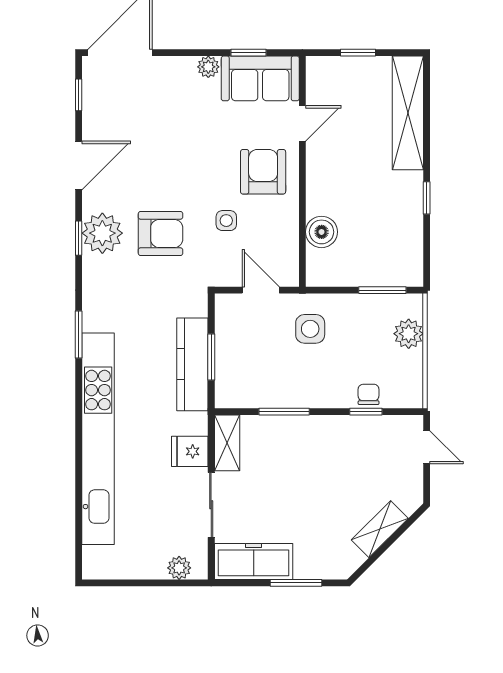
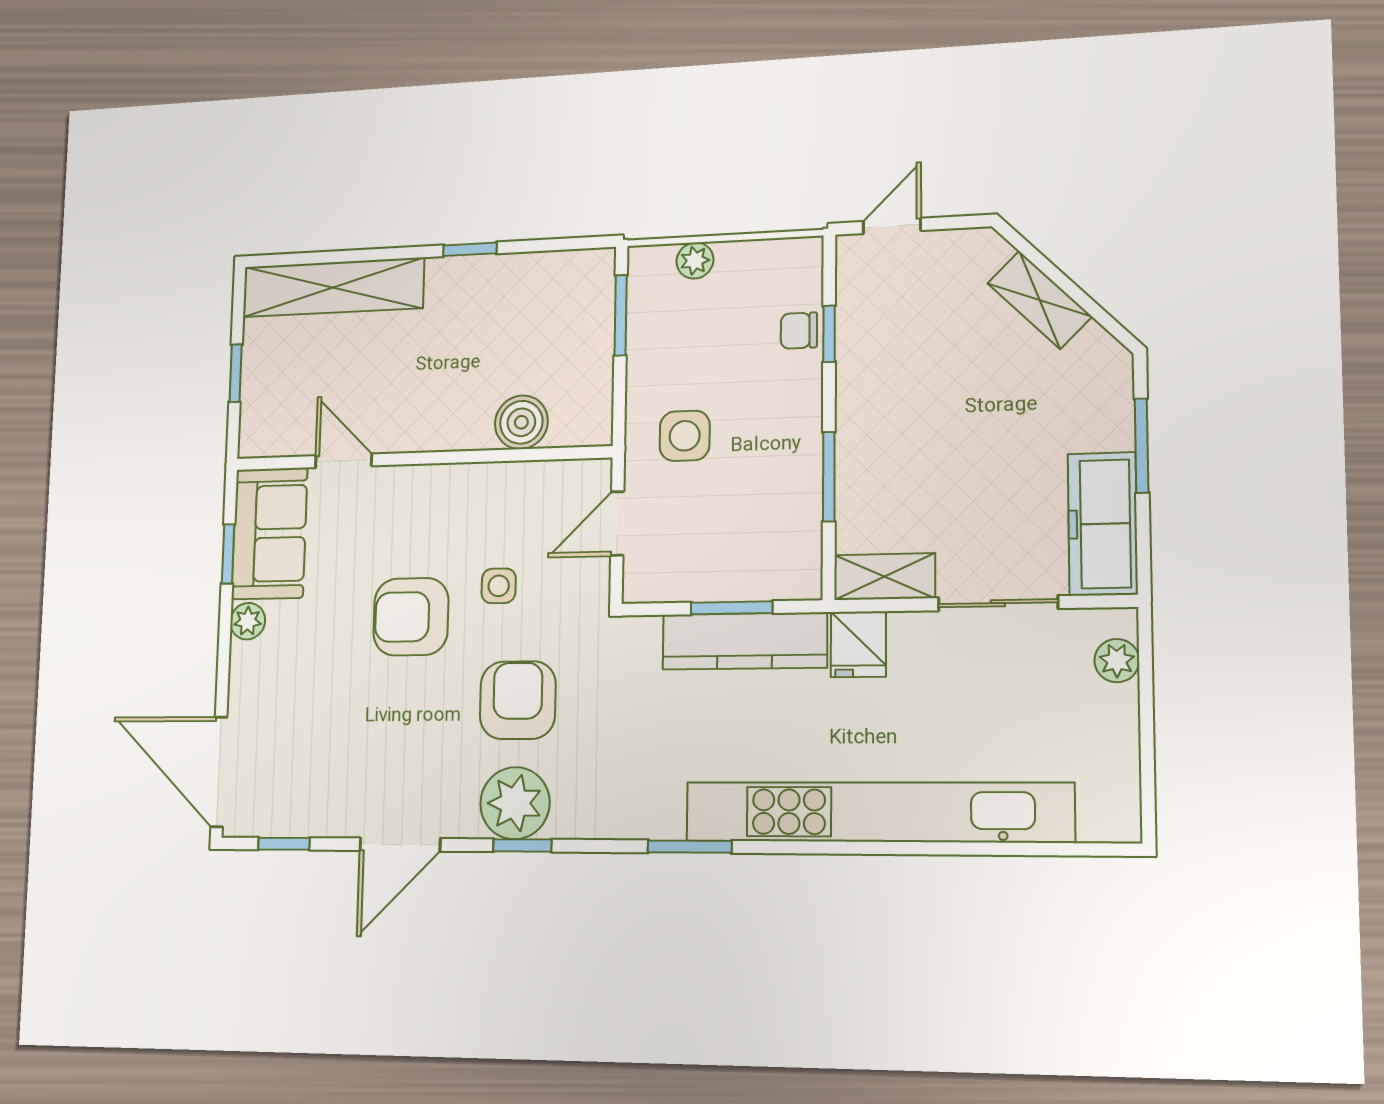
door: (79, 166) -> (400, 845), swing flipped
armchair: (263, 172) -> (411, 617), moved
plant: (409, 334) -> (695, 261), width x0.73, depth x0.73
fridge: (190, 451) -> (858, 644), moved

